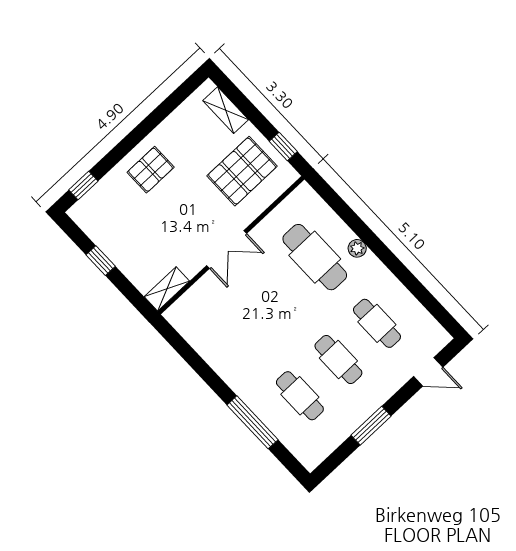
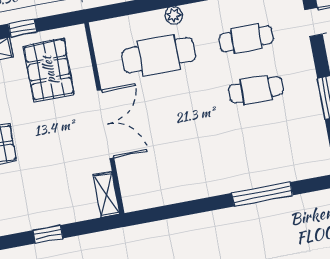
window: (283, 146) -> (23, 28), moved
double door: (227, 250) -> (105, 124), width x1.37
cafe table: (300, 396) -> (265, 141), removed

